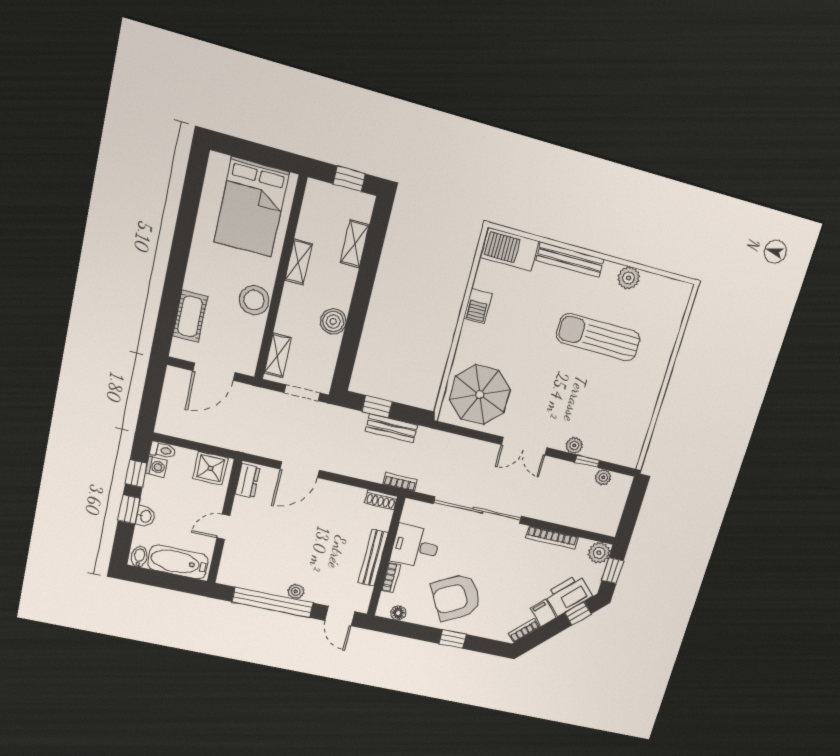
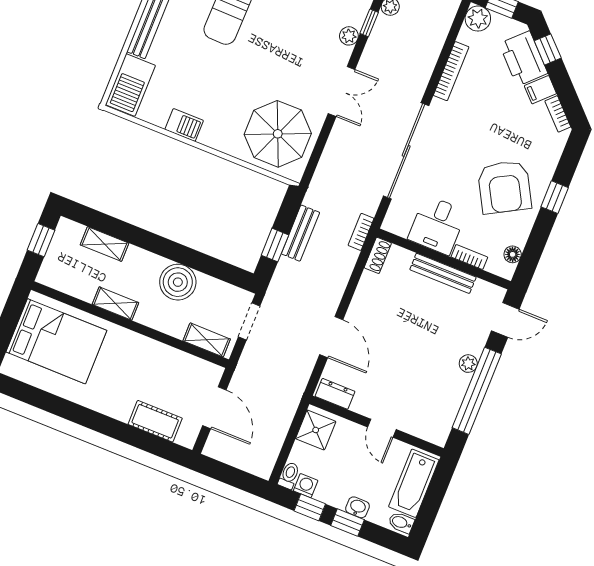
stool: (254, 300) -> (147, 354), removed
boiler: (333, 321) -> (178, 282), width x1.37, depth x1.37

